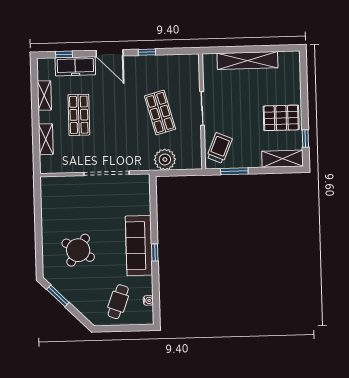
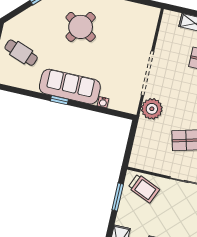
plant: (165, 159) -> (152, 109), moved
water cooler: (148, 300) -> (103, 102), moved

